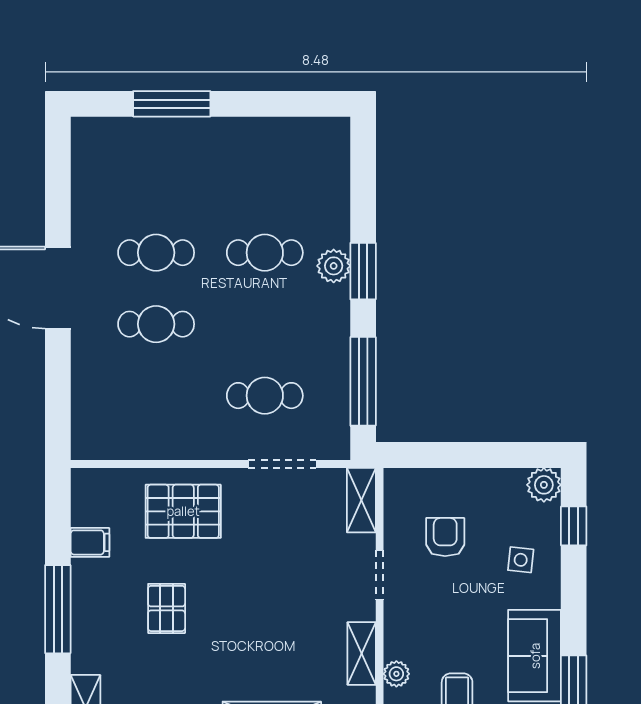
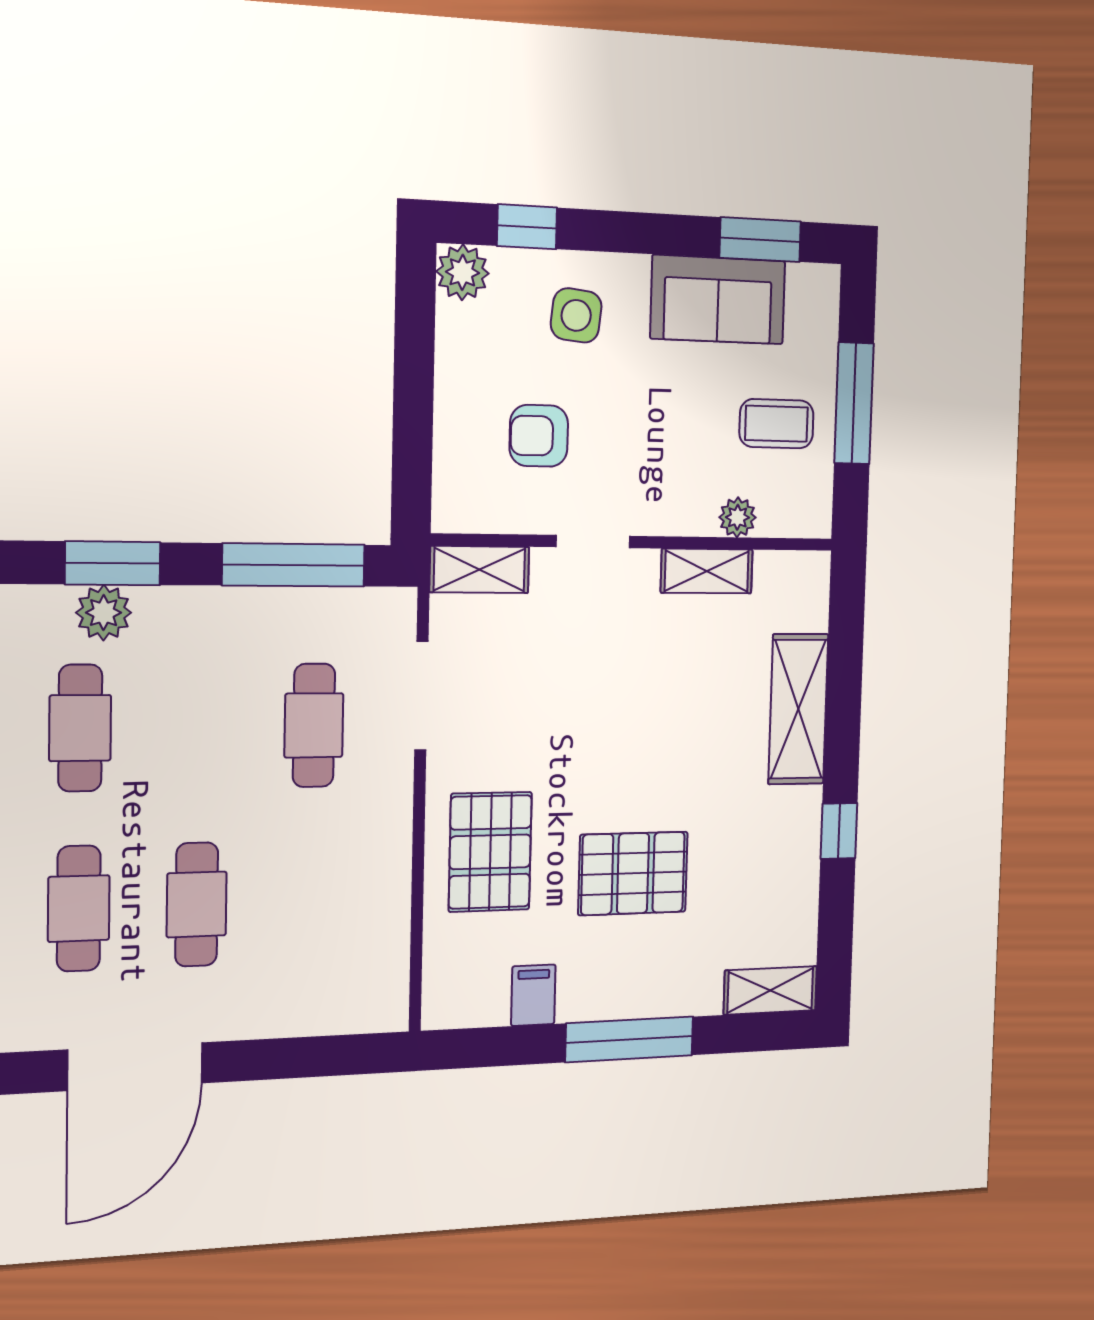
side table: (521, 560) -> (576, 315), width x1.37, depth x1.37
pallet: (167, 608) -> (633, 873), width x1.50, depth x1.42

